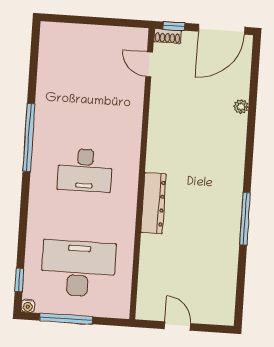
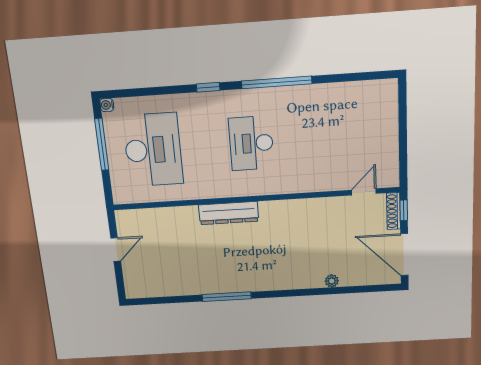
shoe rack: (168, 36) -> (393, 211), width x1.43
window: (19, 280) -> (208, 87), moved

